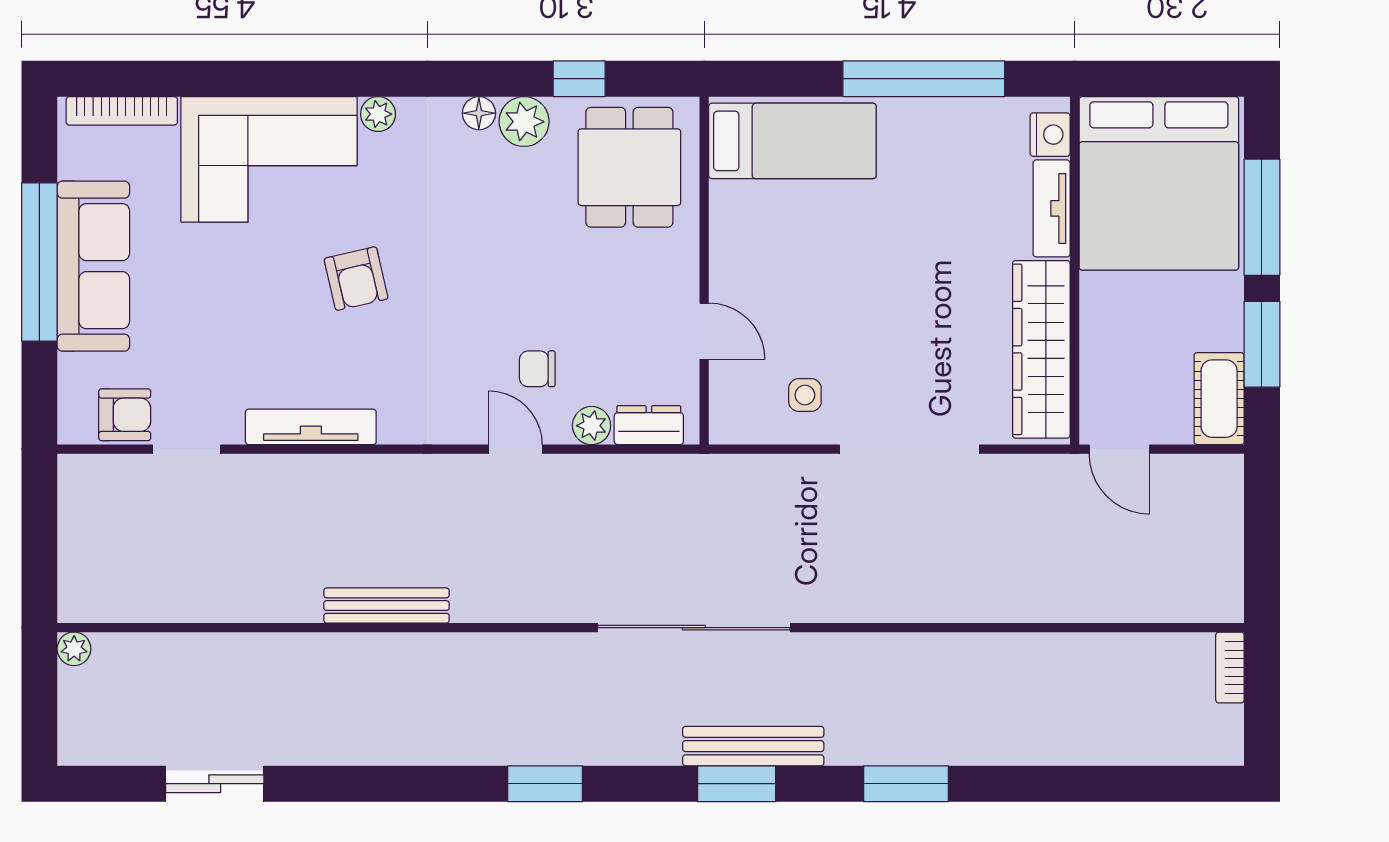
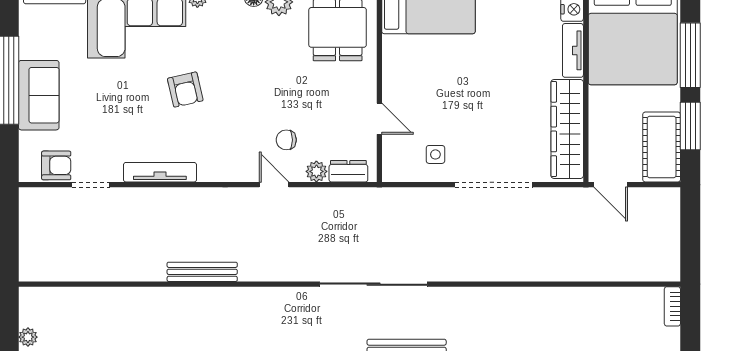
sofa: (93, 266) -> (39, 95), width x0.73
cot: (1219, 399) -> (662, 147), width x1.37, depth x1.34
plant: (74, 649) -> (28, 337), moved

